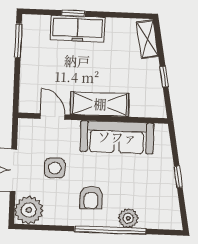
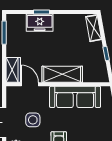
freezer: (78, 29) -> (40, 23), width x0.71
wardrobe: (29, 95) -> (13, 70), added

